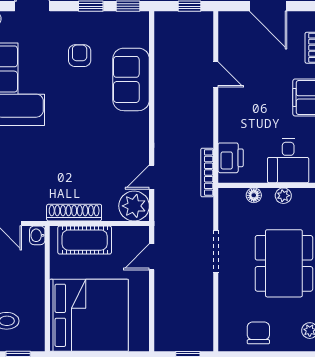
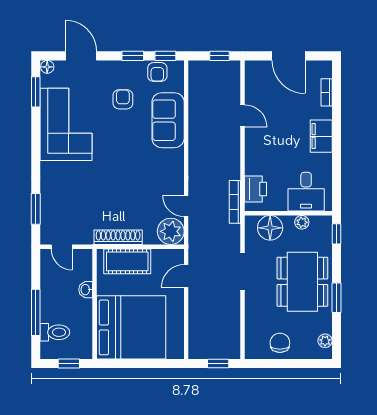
armchair: (119, 25) -> (157, 72), added
door: (152, 177) -> (186, 206), hinge flipped
floor lamp: (254, 195) -> (270, 228), width x1.89, depth x1.89
washbasin: (37, 235) -> (86, 290), moved

